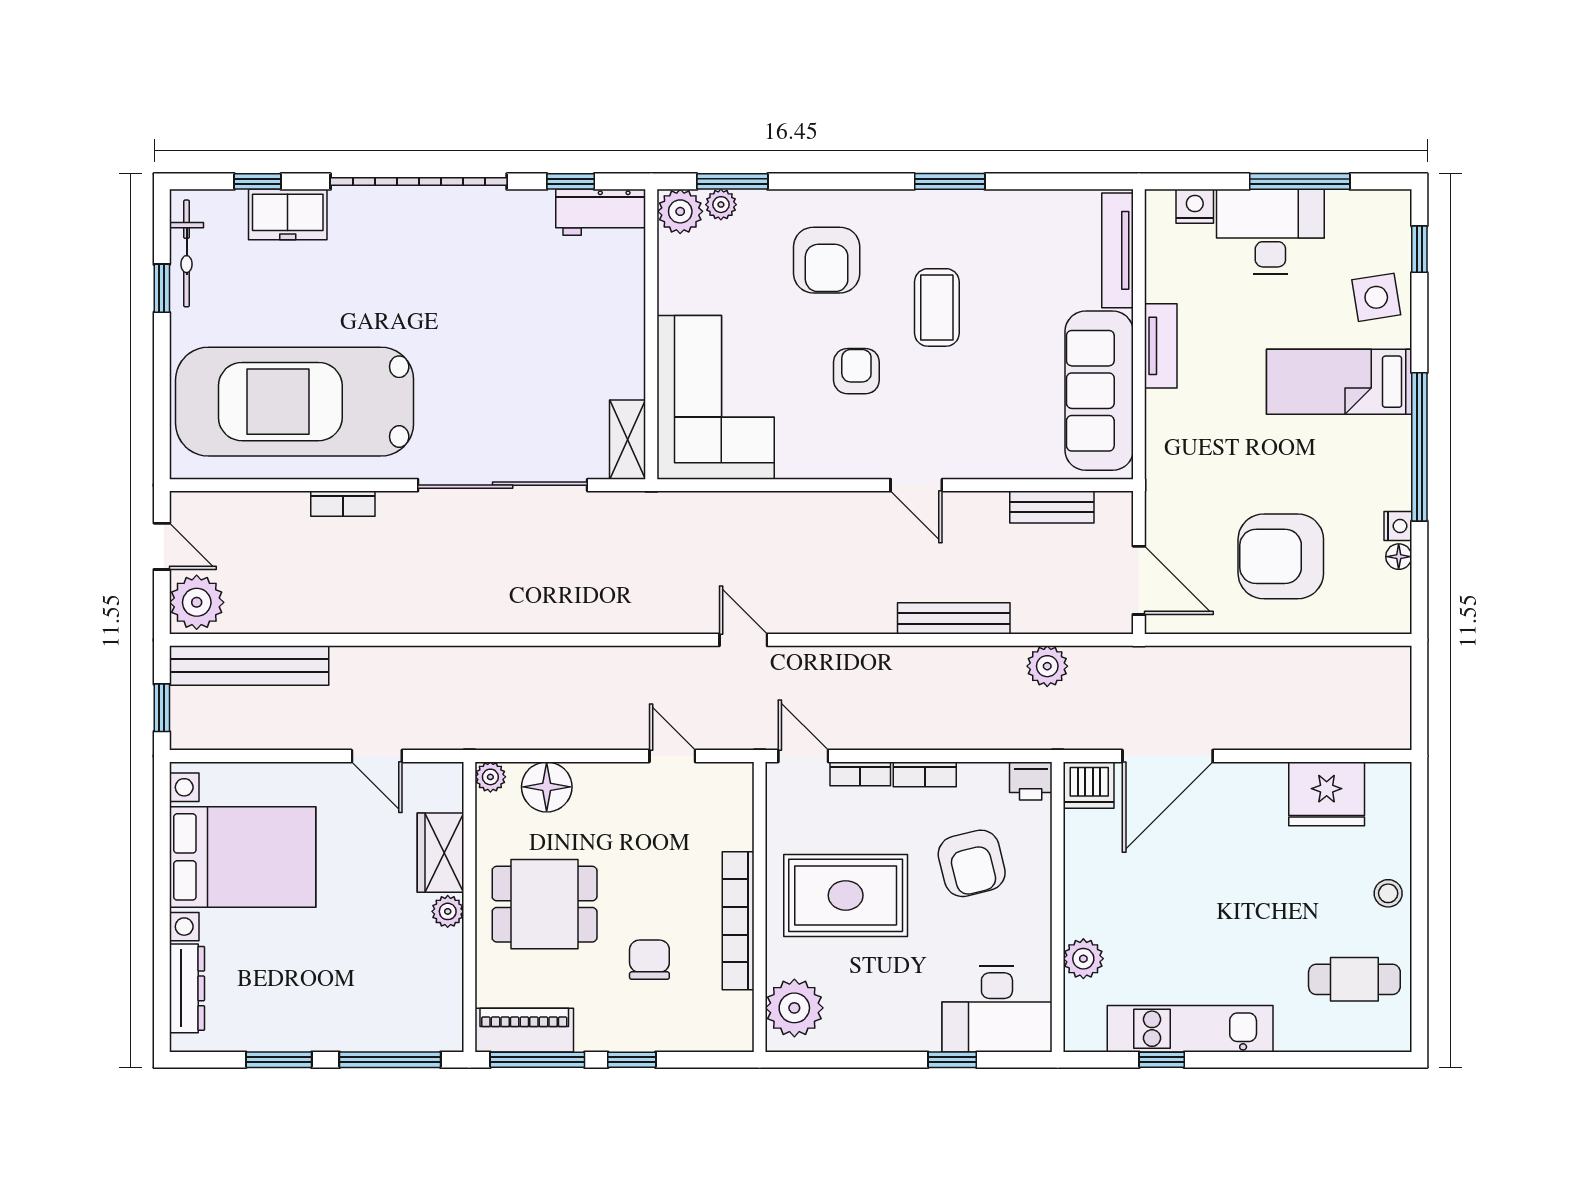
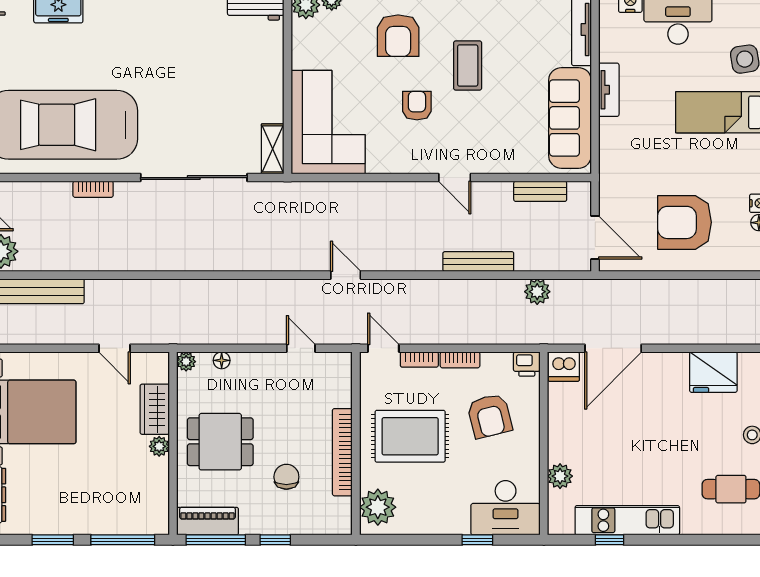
floor lamp: (547, 787) -> (222, 360), width x0.53, depth x0.53

